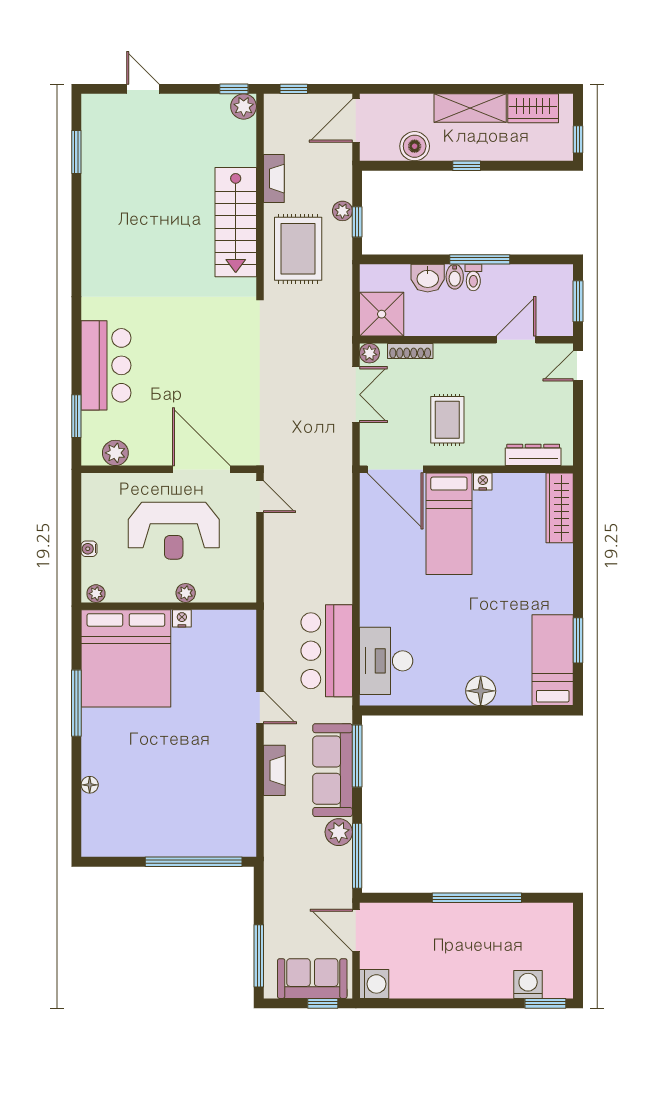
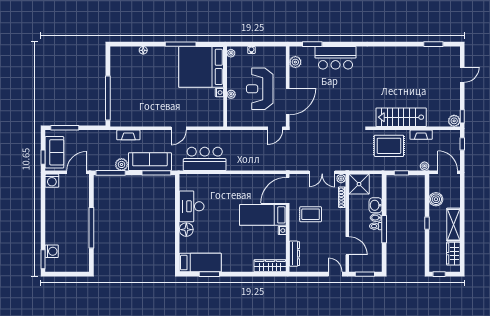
plant: (342, 211) -> (424, 166), moved
desk: (386, 661) -> (192, 206), moved, turned -90
fireplace: (274, 770) -> (128, 135), moved

